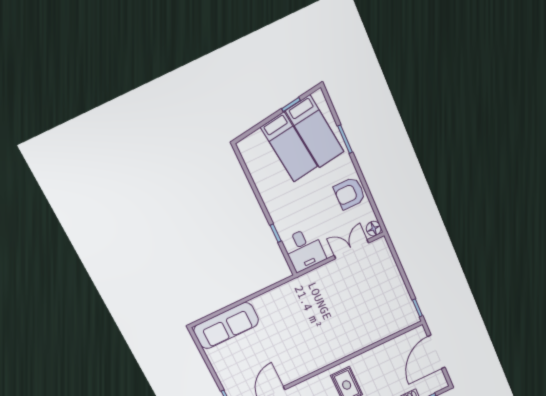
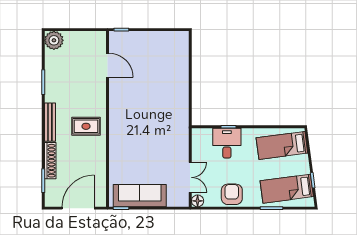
bed: (289, 147) -> (282, 145), moved
desk: (304, 250) -> (227, 143), moved, turned 90
sofa: (226, 326) -> (140, 196), moved, turned 90
door: (436, 352) -> (78, 208), hinge flipped

